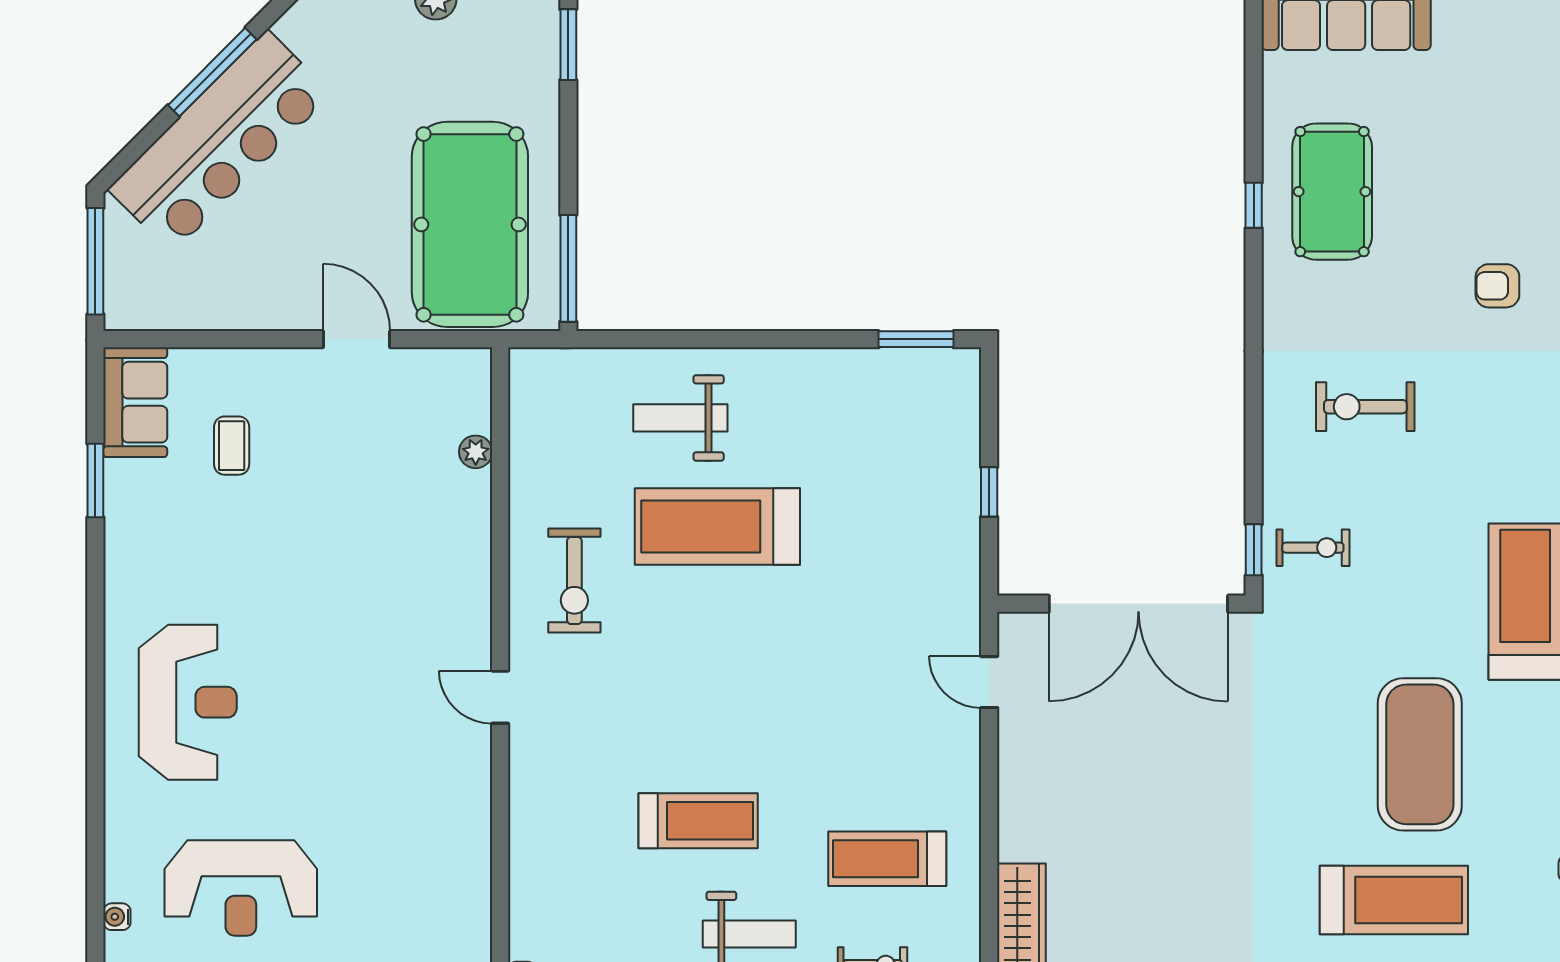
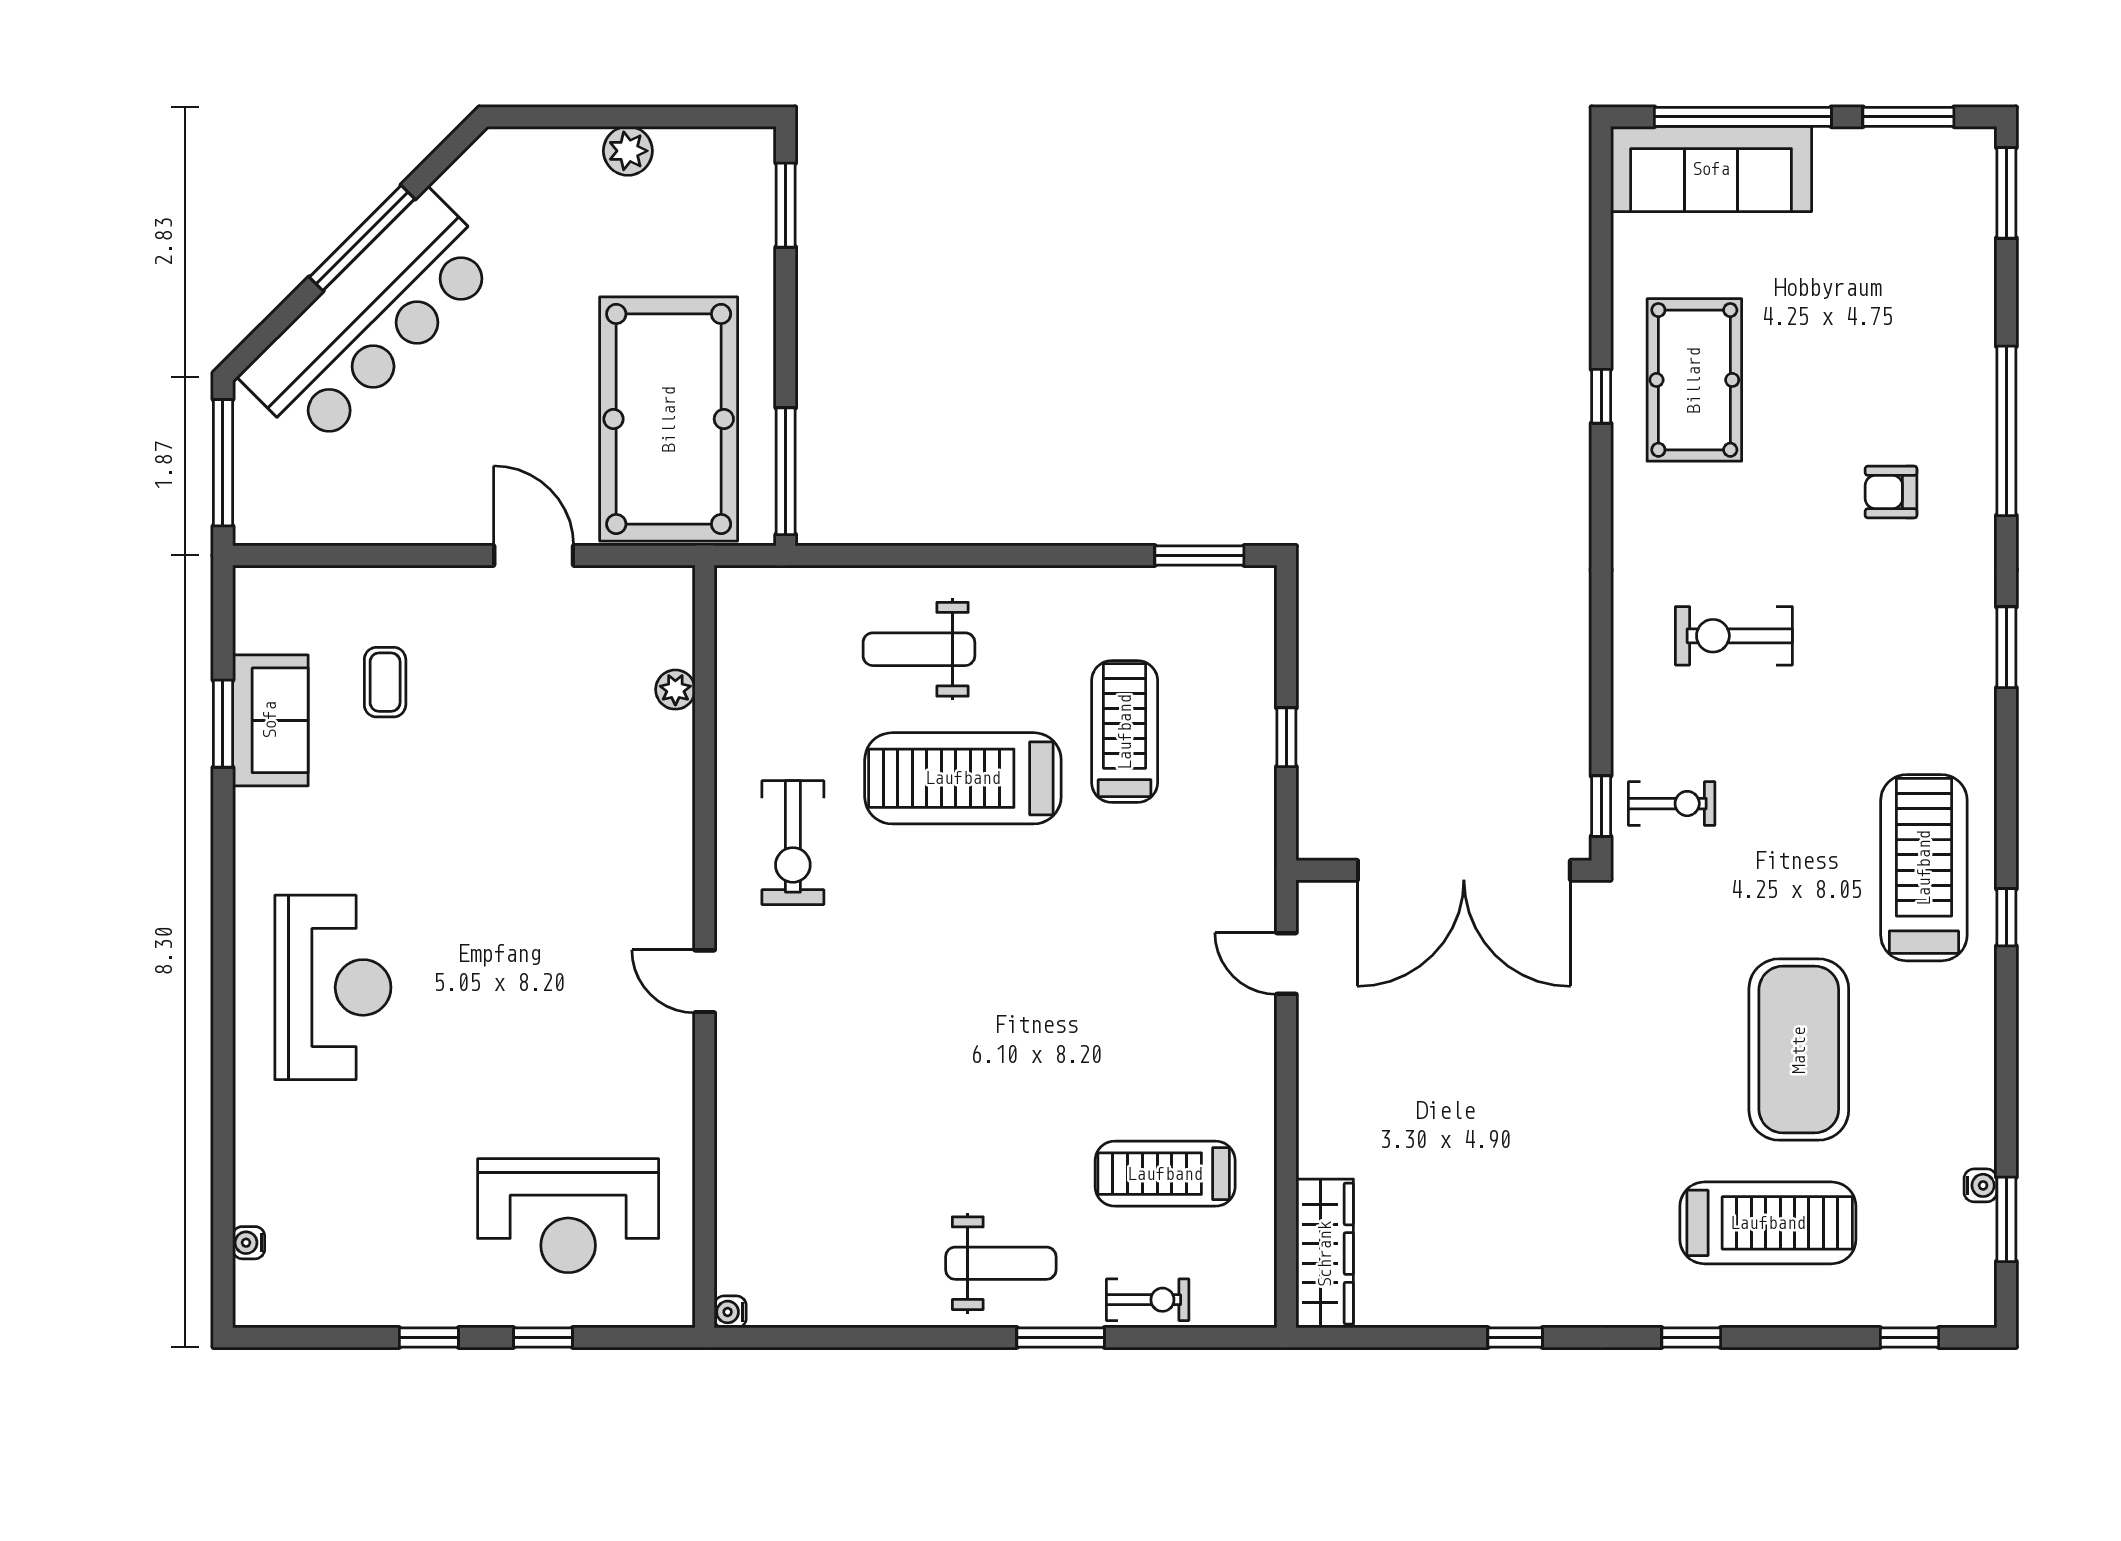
sofa: (135, 402) -> (270, 720), moved
treadmill: (698, 821) -> (1125, 732), moved, turned -90
reception desk: (241, 888) -> (568, 1216), moved

